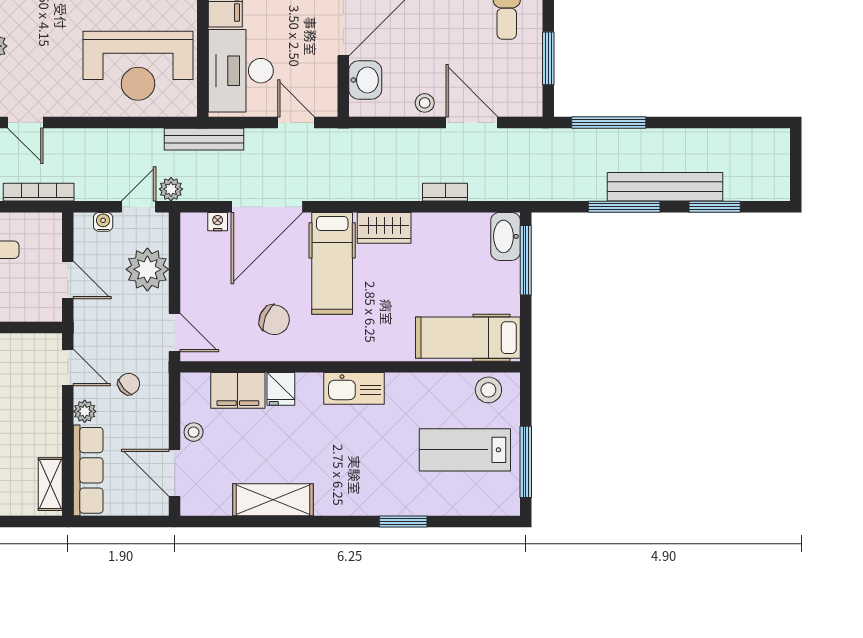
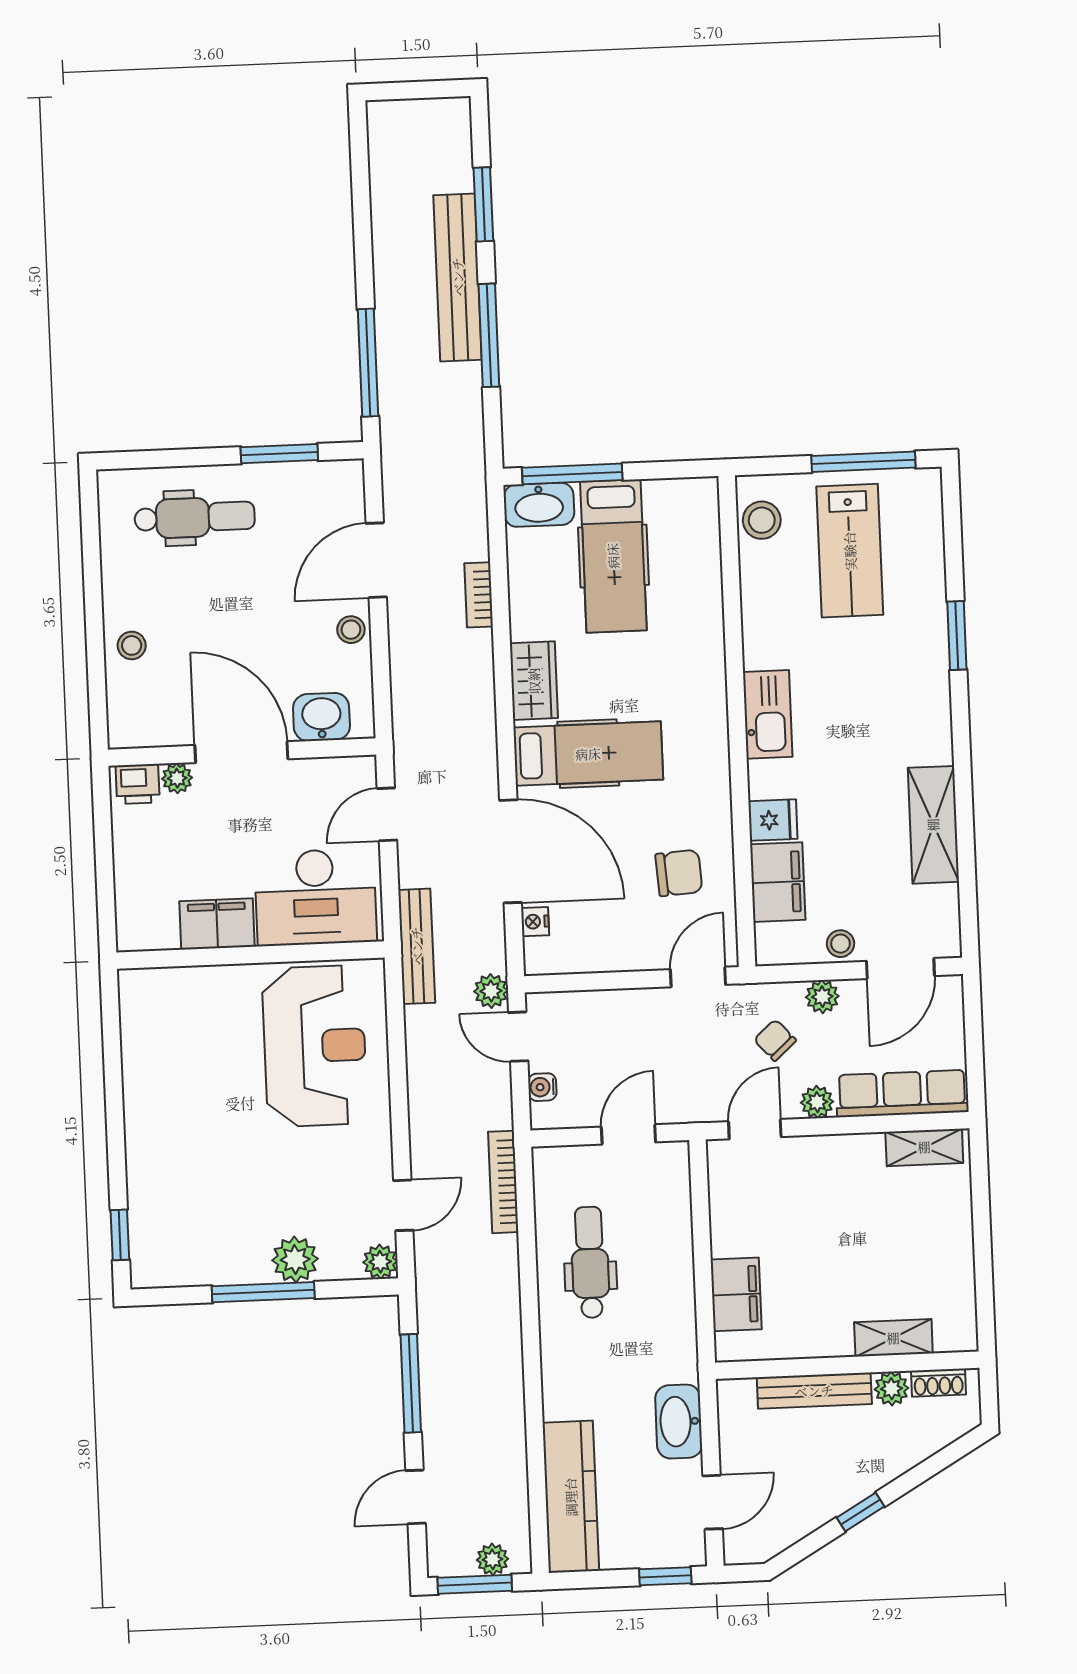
plant: (147, 269) -> (822, 997), moved, width x0.53, depth x0.53
chair: (274, 320) -> (679, 873), moved, turned 63
hospital bed: (468, 338) -> (613, 556), moved

